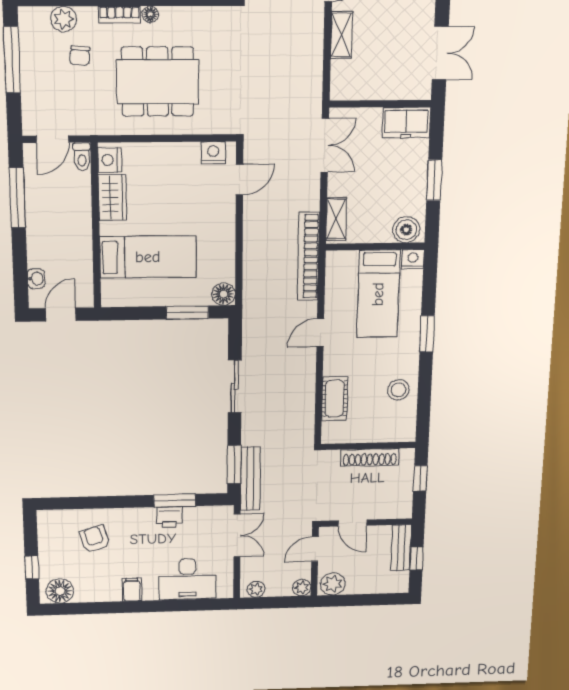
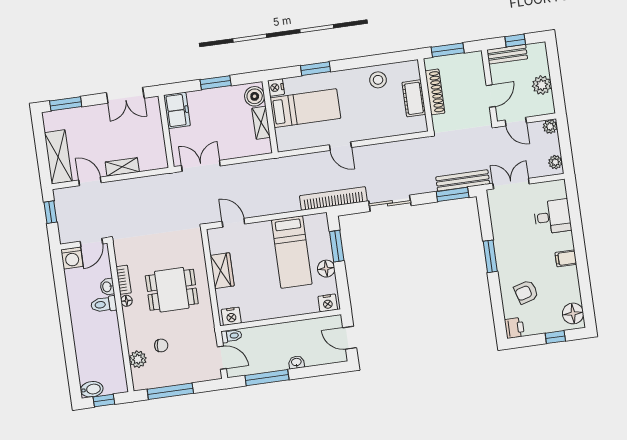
bookcase: (119, 15) -> (124, 280), moved
double door: (440, 53) -> (125, 95), swing flipped
dining table: (158, 82) -> (172, 290), width x0.73
nightstand: (213, 153) -> (328, 303), moved, turned -90
wardrobe: (112, 197) -> (222, 271), moved, turned 90
shelving: (336, 219) -> (261, 123), moved, turned 90
bookcase: (308, 256) -> (333, 198), moved, turned 180
bed: (148, 257) -> (292, 252), moved, turned 180
washbasin: (36, 279) -> (296, 362), moved
floor lamp: (224, 294) -> (326, 269), moved
window: (427, 334) -> (316, 69), moved
cot: (335, 399) -> (414, 98), moved, turned 90
window: (420, 478) -> (448, 50), width x1.50
window: (175, 501) -> (490, 256), moved
printer: (169, 517) -> (514, 328), moved
desk: (187, 579) -> (552, 217), width x0.73
plant: (333, 584) -> (542, 85), moved

